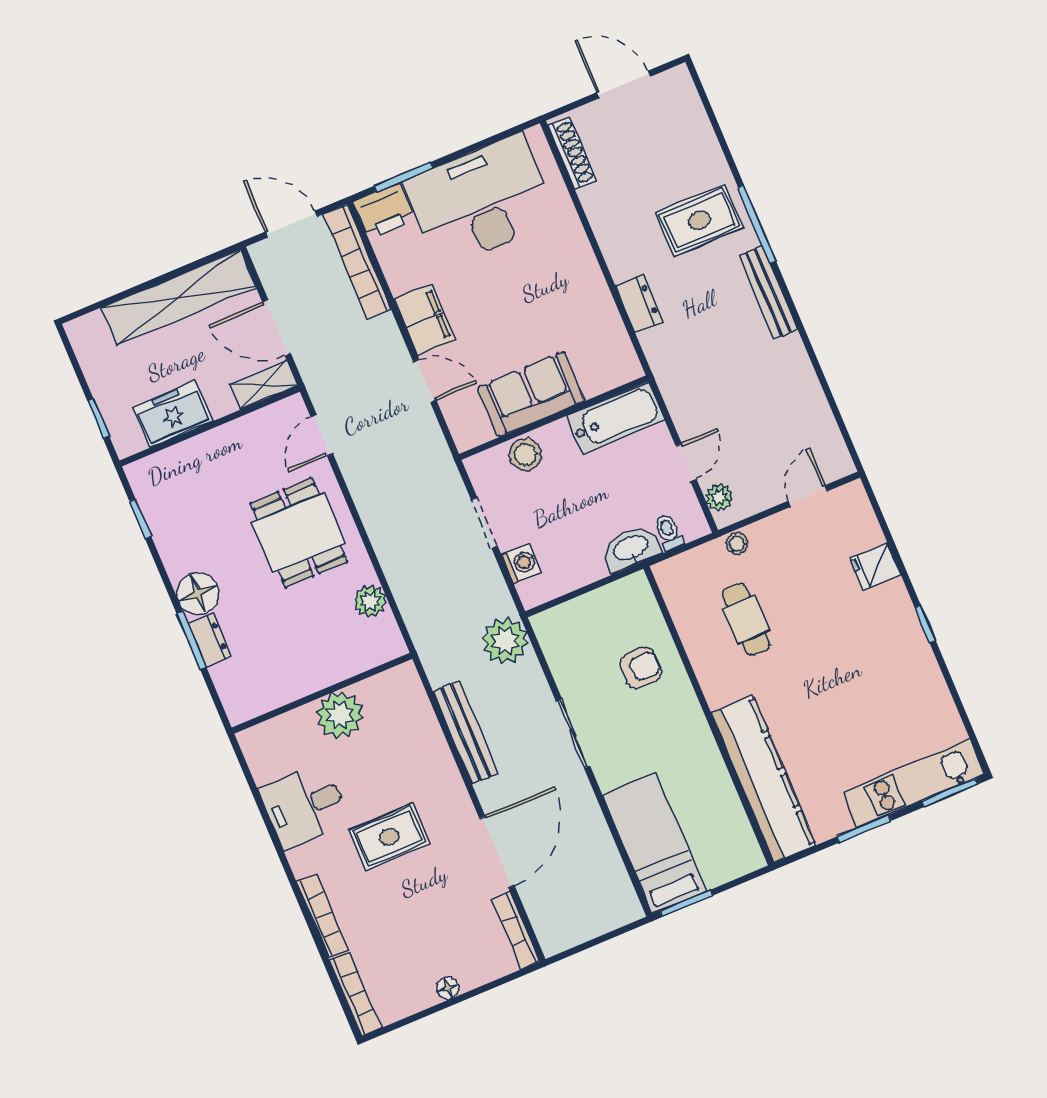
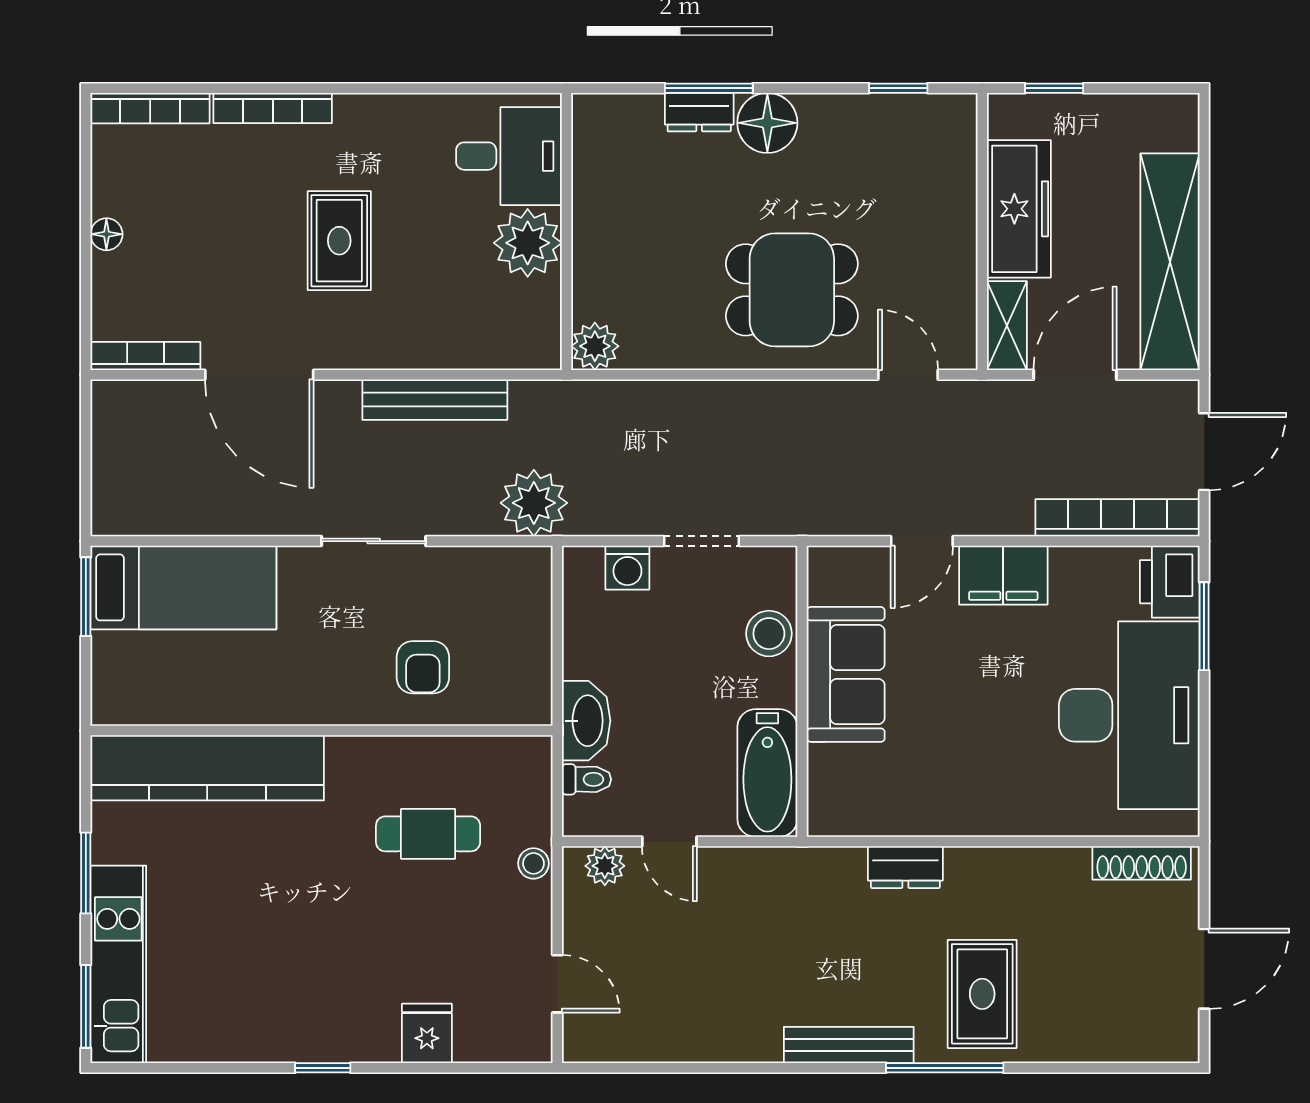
freezer: (173, 414) -> (1019, 209), width x1.40
plant: (370, 601) -> (595, 346), moved
desk: (305, 806) -> (509, 156), moved, turned 90

